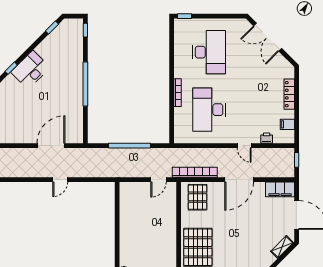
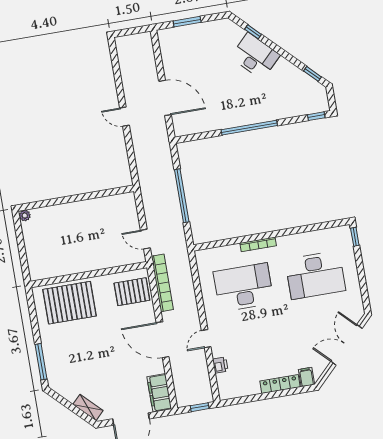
filing cabinet: (287, 124) -> (306, 377), moved

